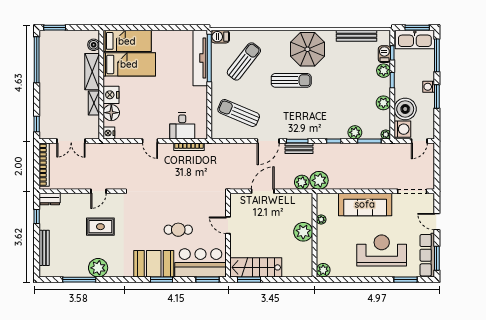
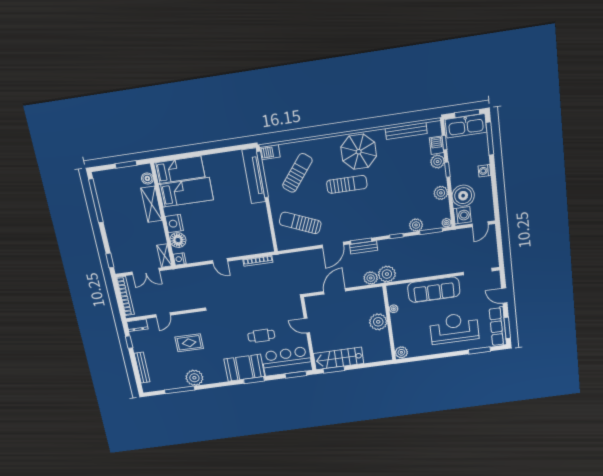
window: (55, 28) -> (126, 164), moved
window: (437, 97) -> (494, 179), removed
shelving: (94, 103) -> (164, 256), moved
desk: (182, 126) -> (248, 243), removed
door: (99, 191) -> (163, 315), moved

